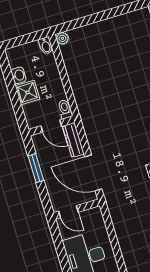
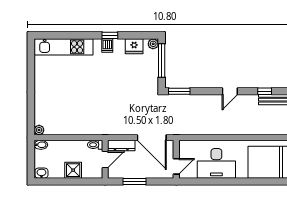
washbasin: (19, 75) -> (41, 173), moved
door: (93, 173) -> (152, 138), hinge flipped

